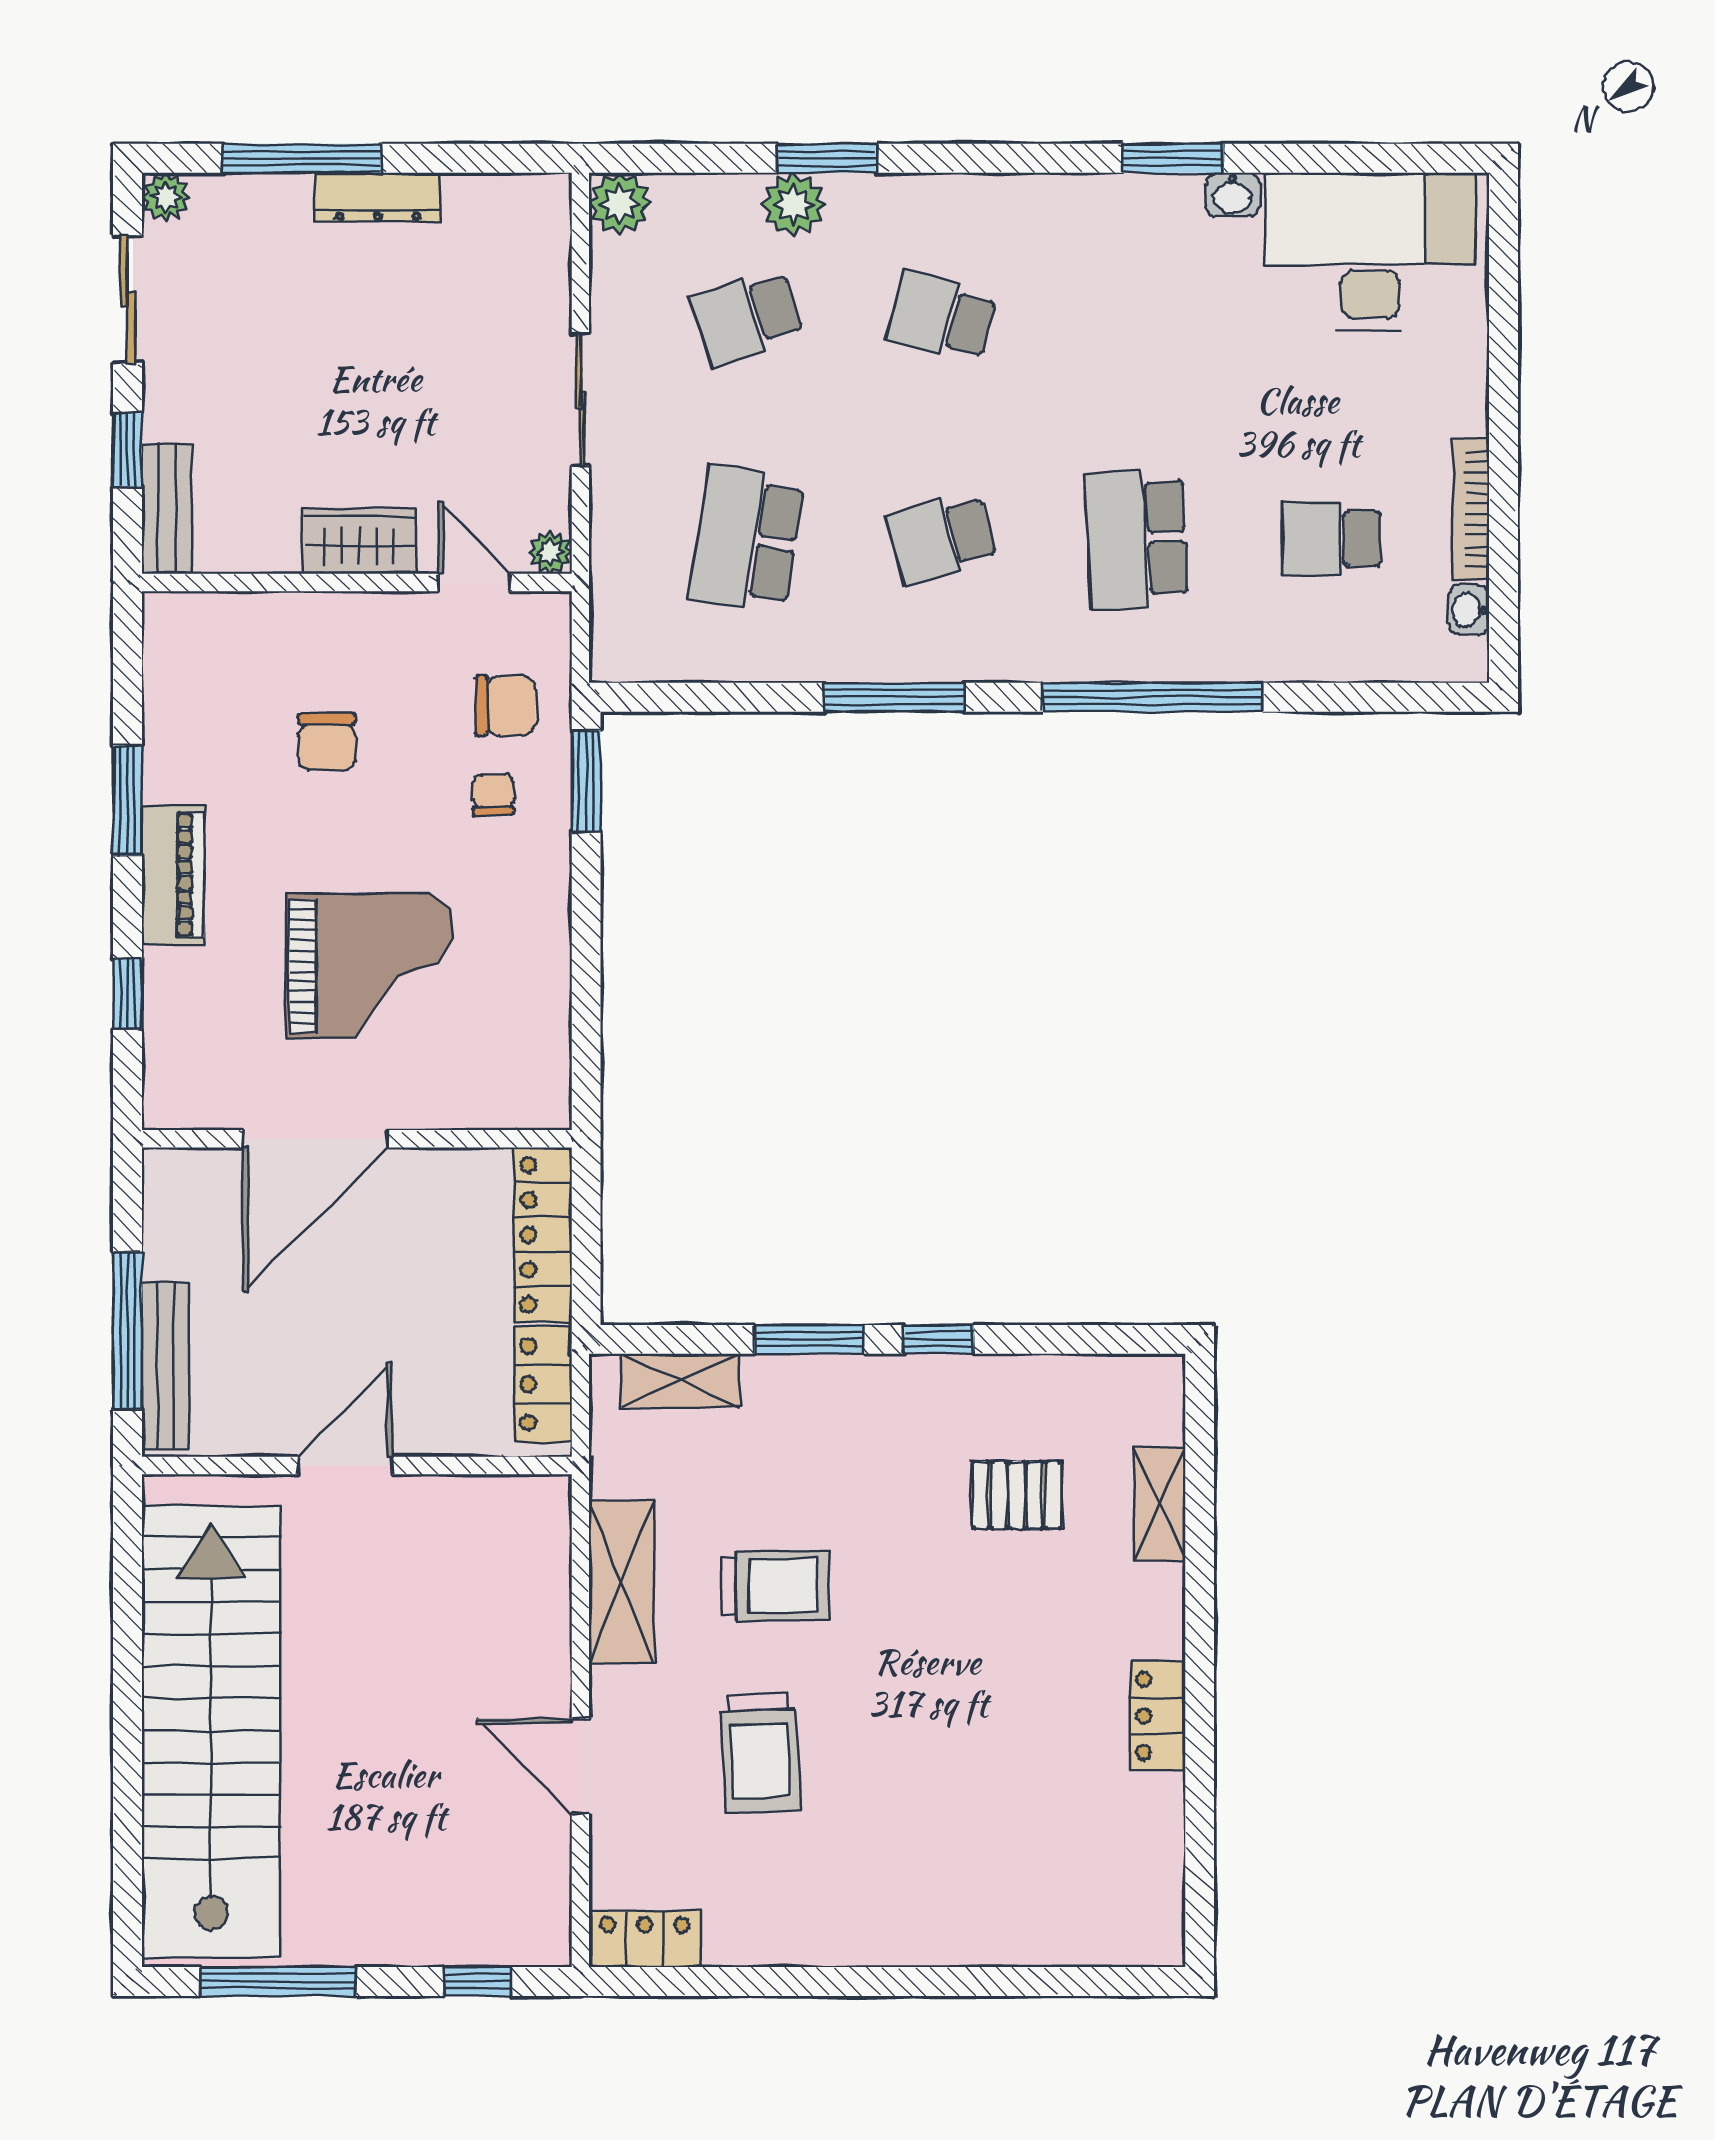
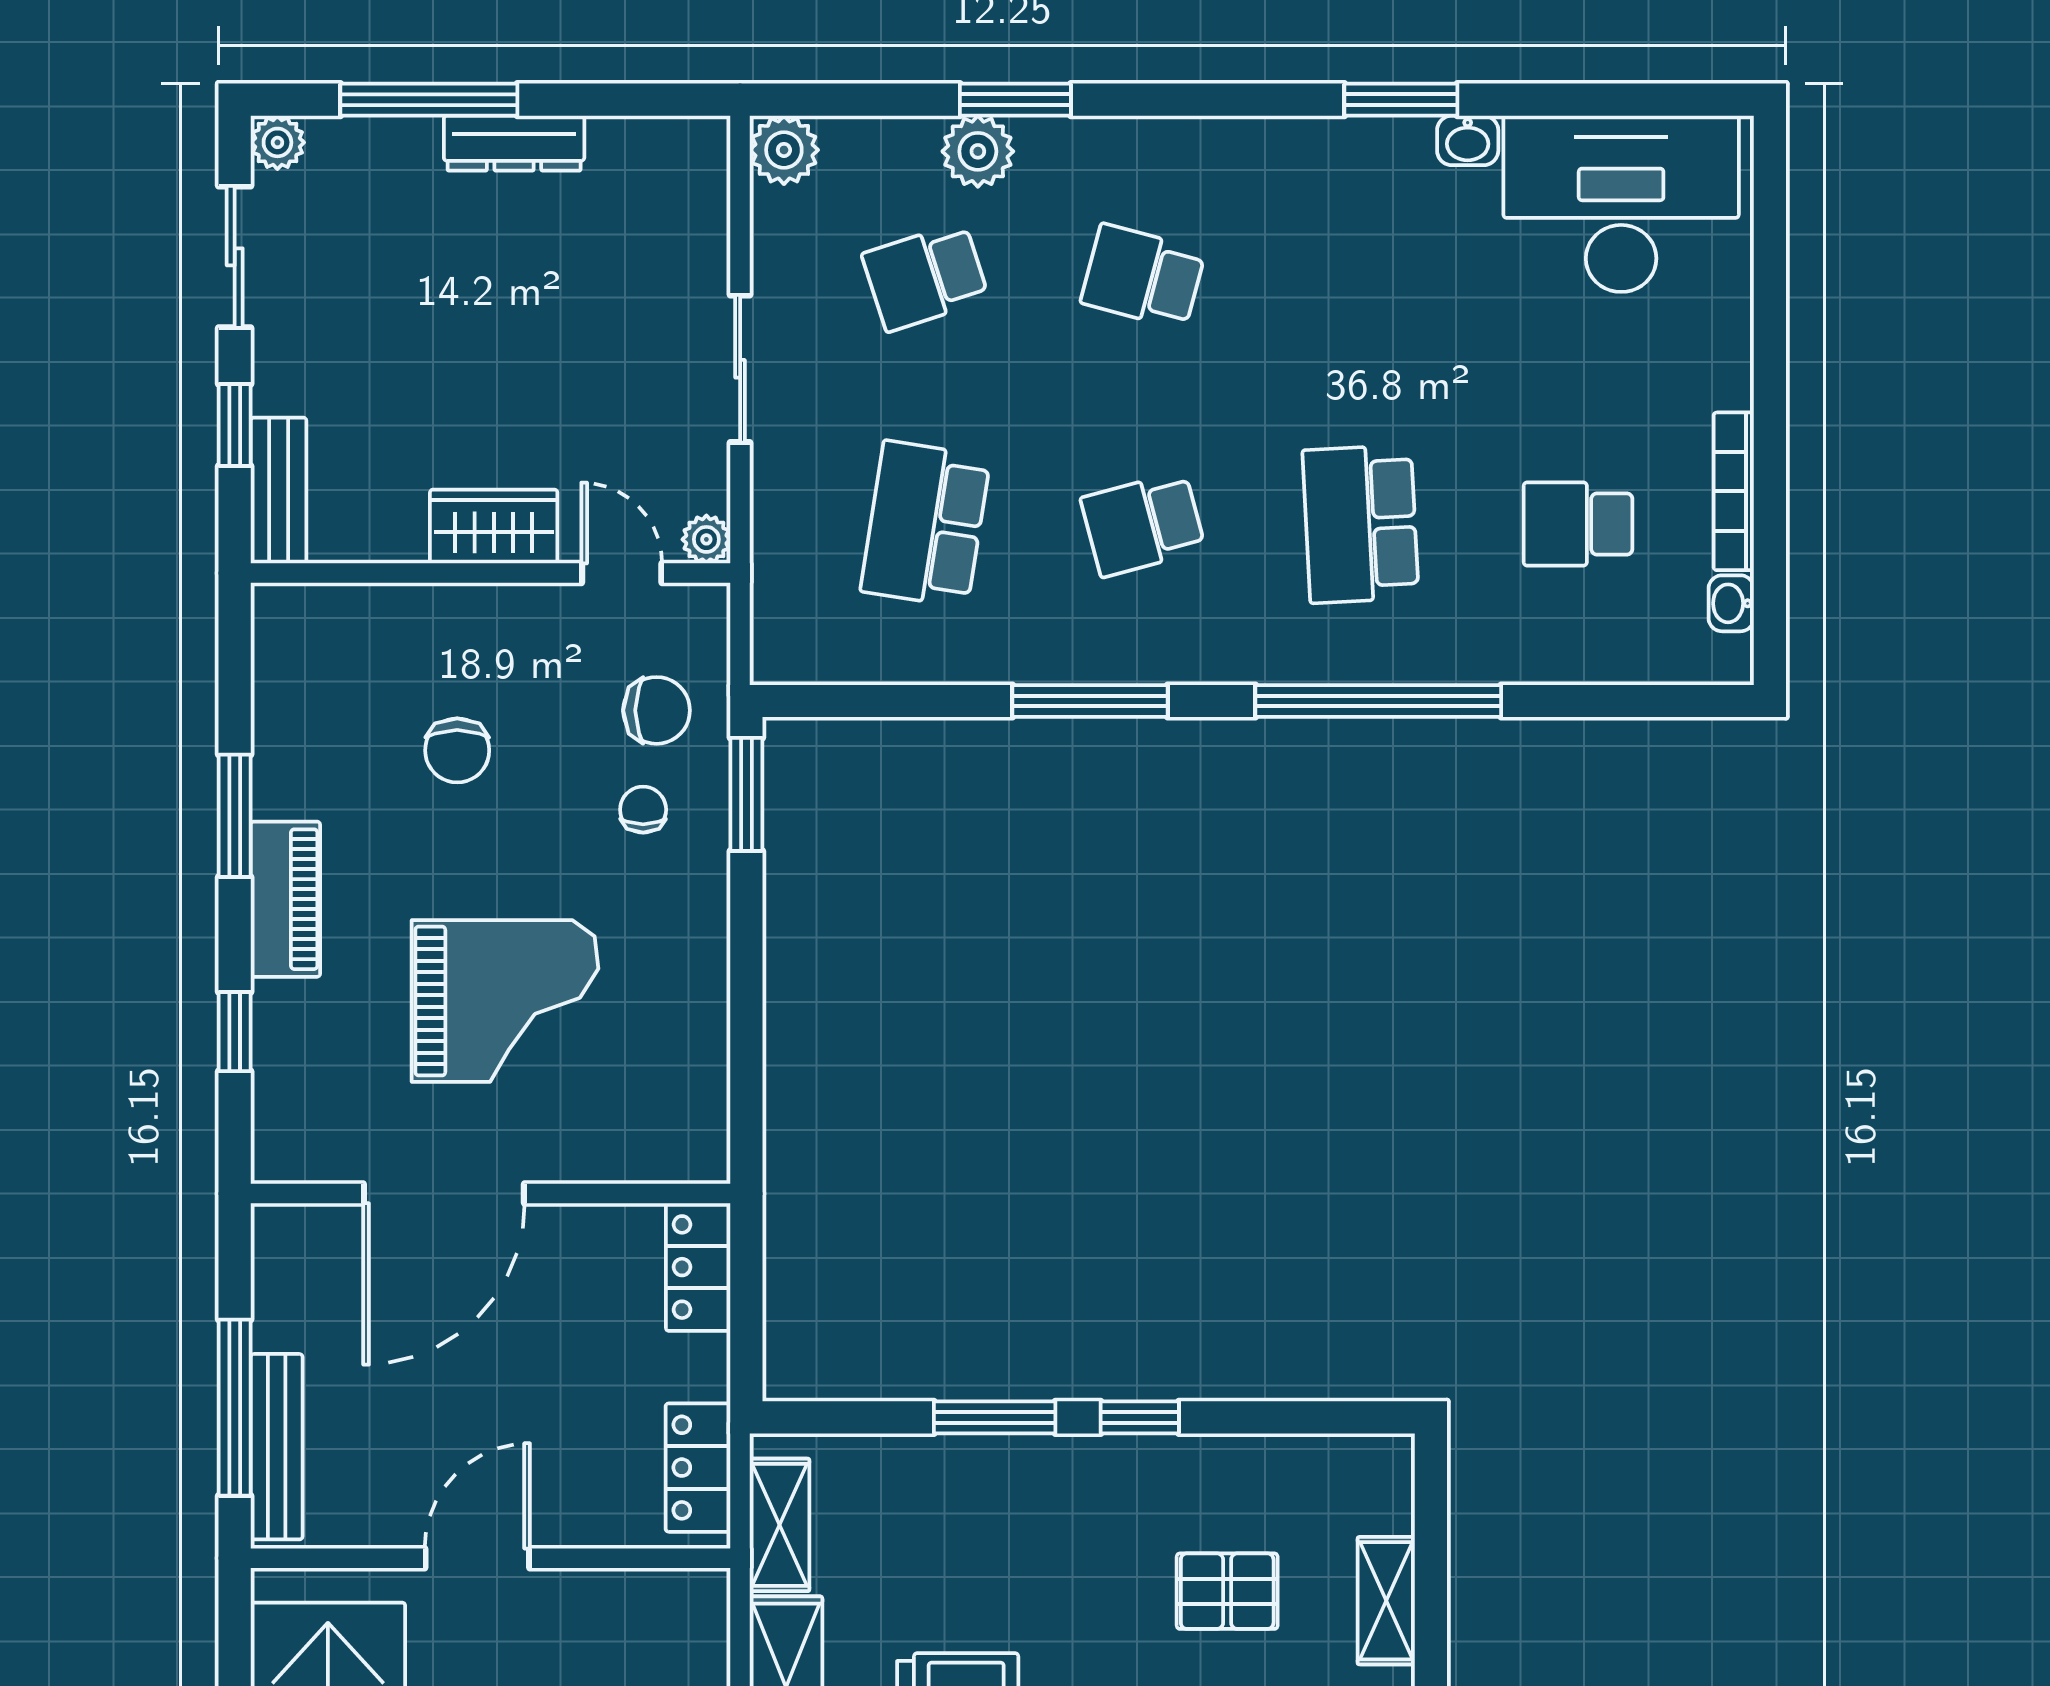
locker: (543, 1235) -> (698, 1267), width x0.66
shelving: (680, 1380) -> (779, 1525), moved, turned 90

